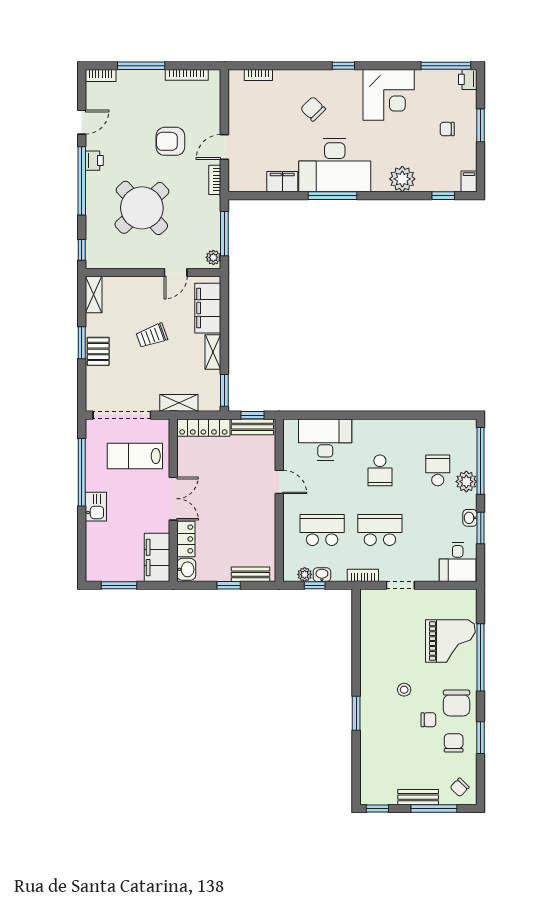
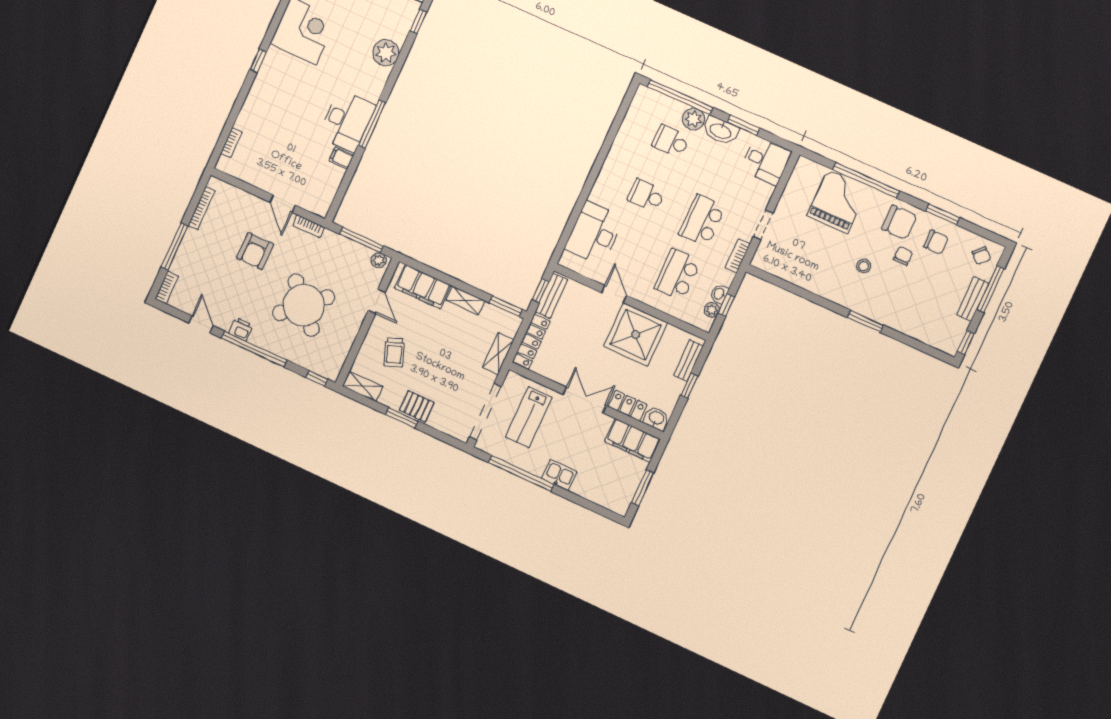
chair: (313, 109) -> (285, 106), removed
desk: (335, 165) -> (347, 121), width x0.73, depth x0.77
filing cabinet: (282, 182) -> (341, 158), width x0.50
trolley: (152, 336) -> (394, 352), moved
school desk: (380, 470) -> (646, 195), turned 180
door: (279, 482) -> (614, 294), hinge flipped
shower: (252, 517) -> (636, 334), added
washbasin: (470, 518) -> (721, 131), width x1.91, depth x1.45
chair: (454, 743) -> (936, 242), turned 180

